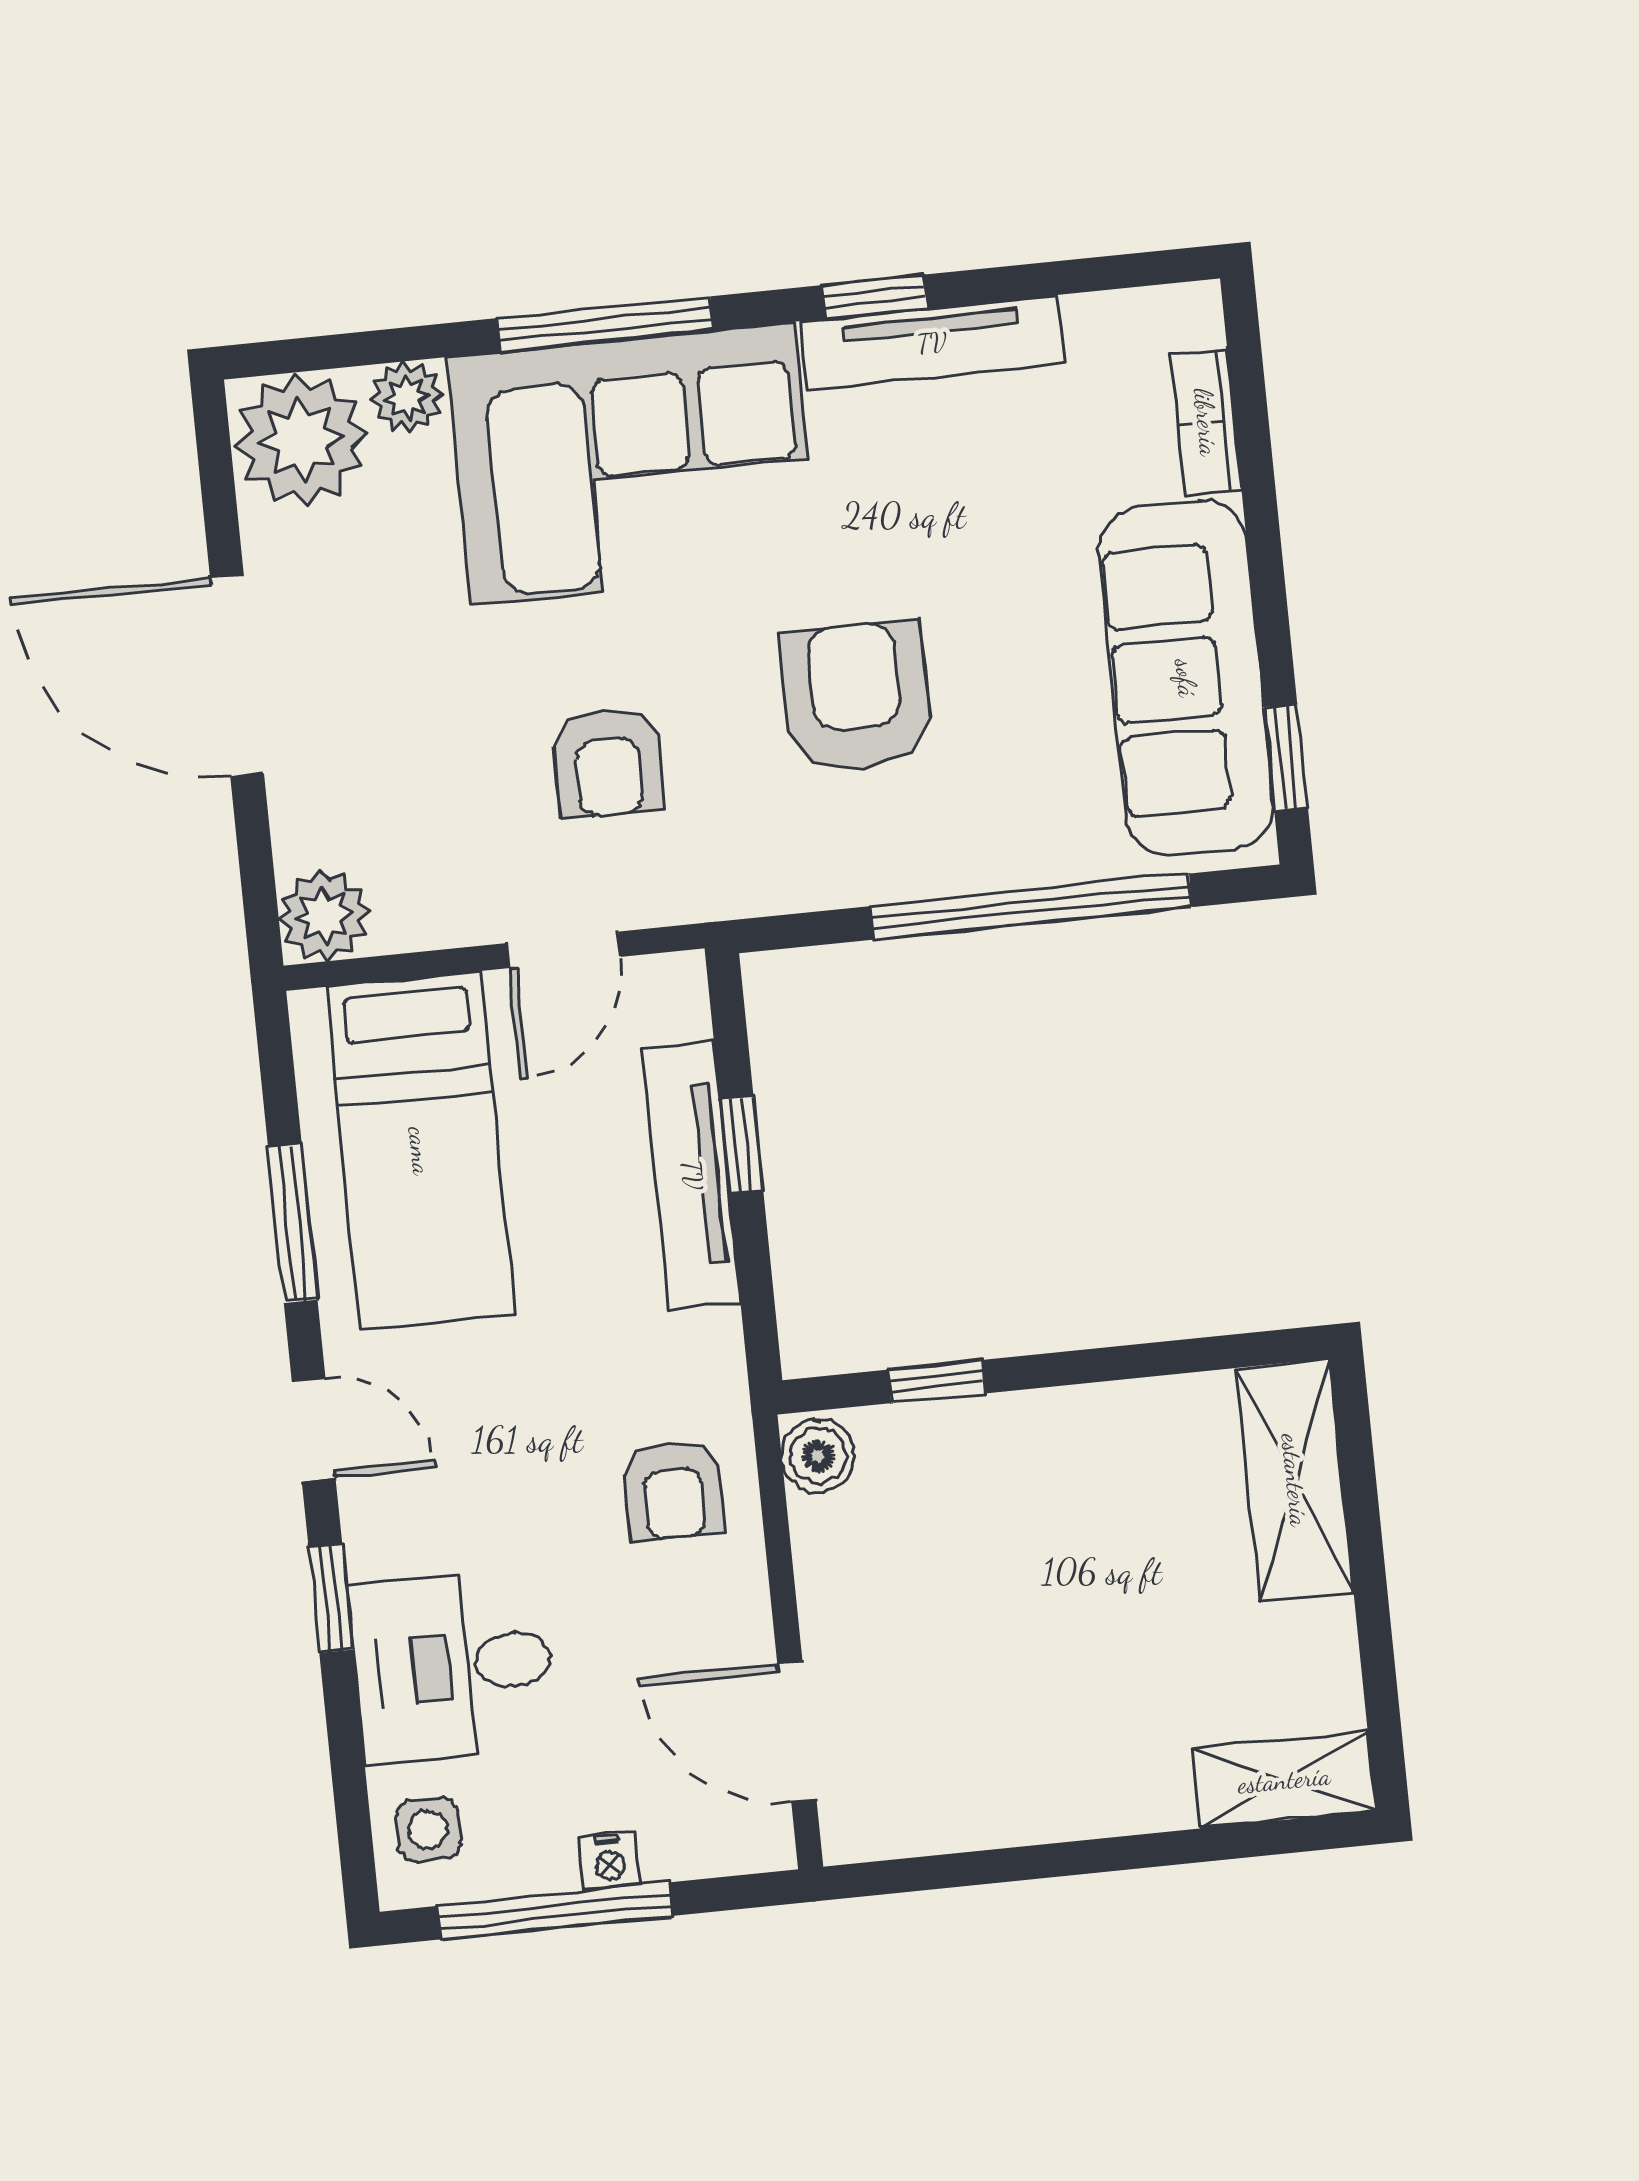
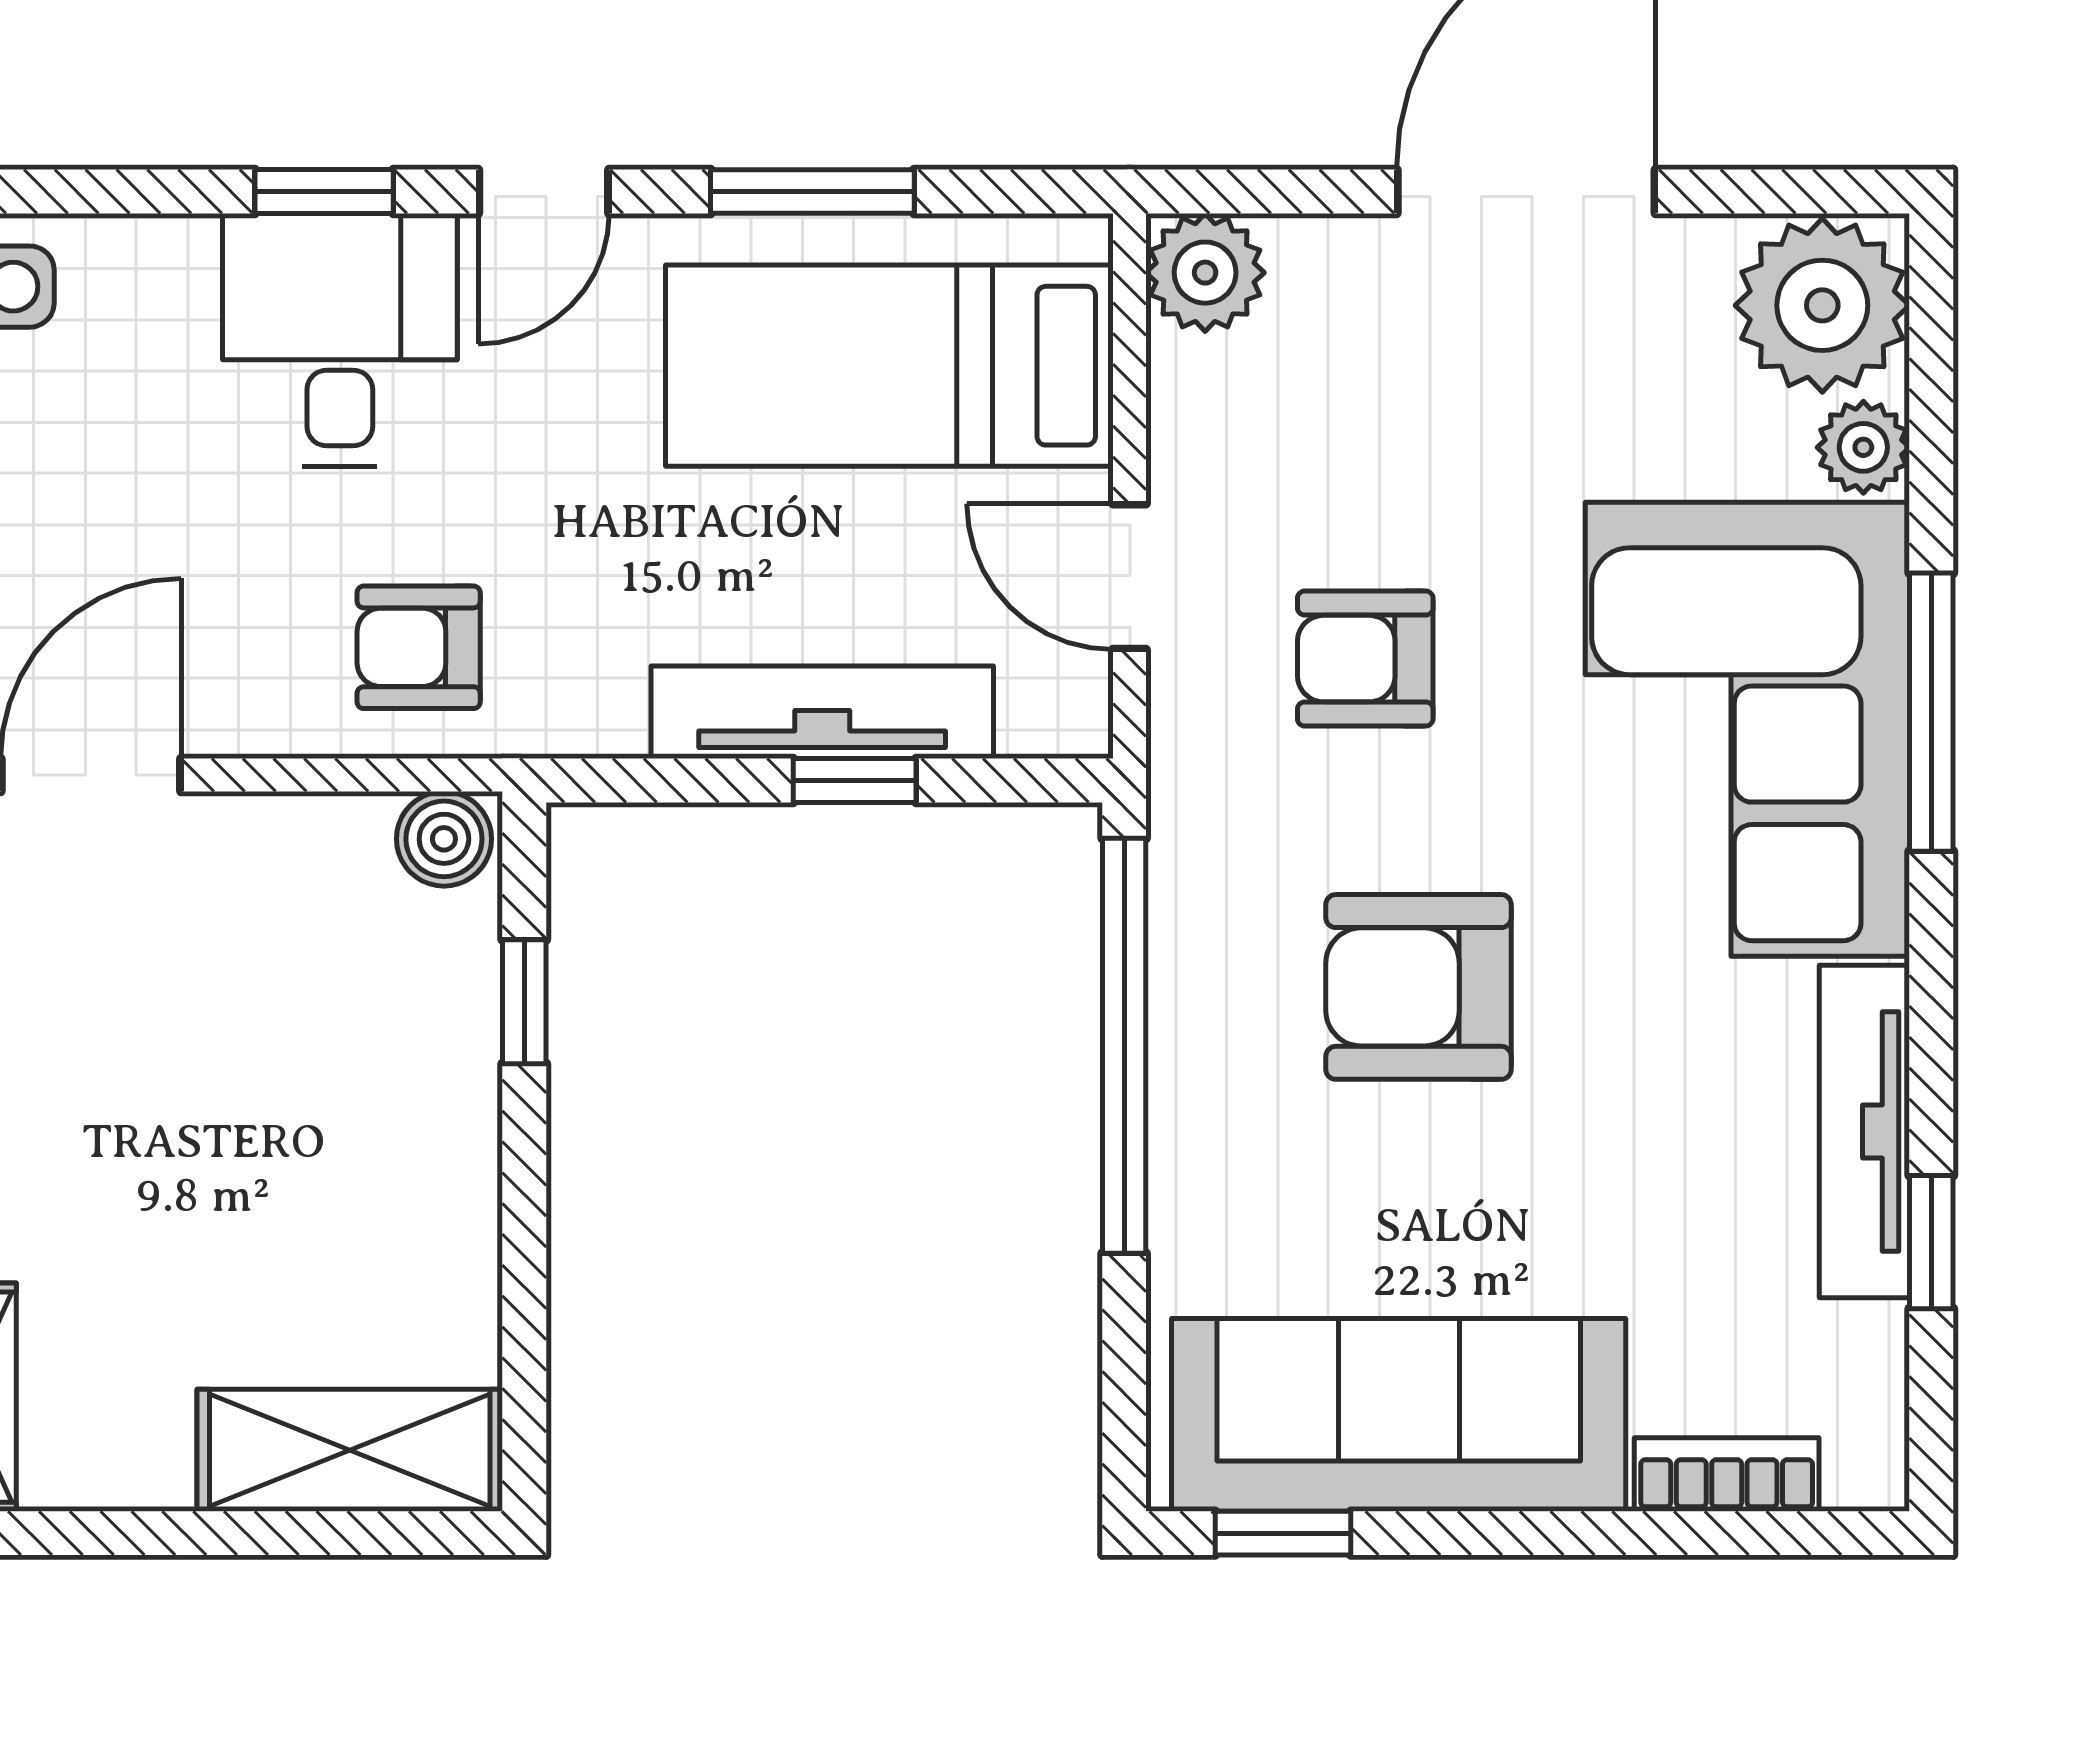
window: (875, 297) -> (1931, 1242), moved
armchair: (856, 696) -> (1418, 987), turned 180
window: (1031, 907) -> (1124, 1046), moved
desk: (453, 1666) -> (340, 340), moved

